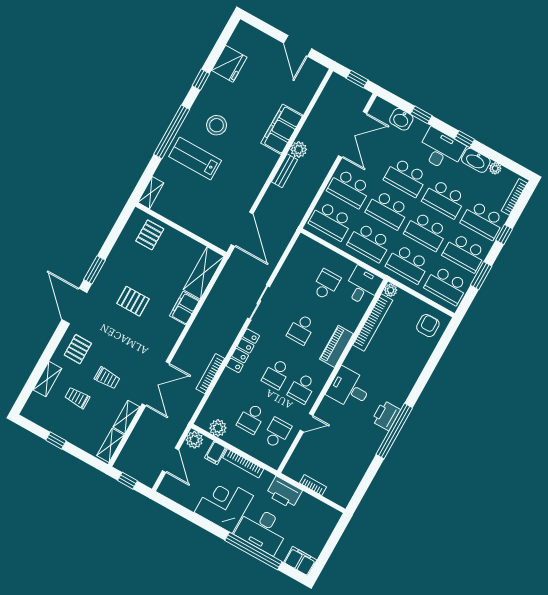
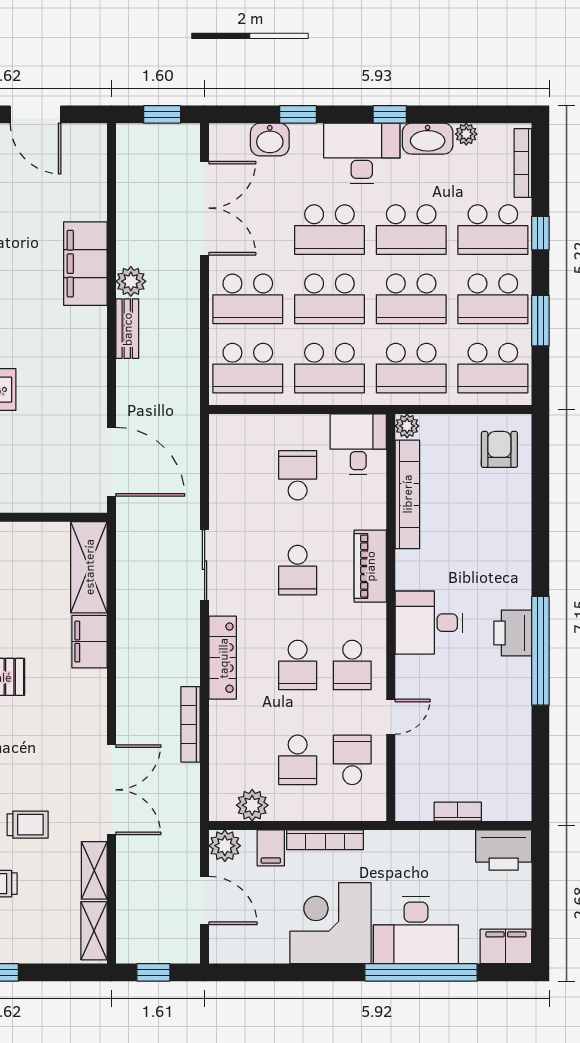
printer: (284, 493) -> (504, 850), moved

